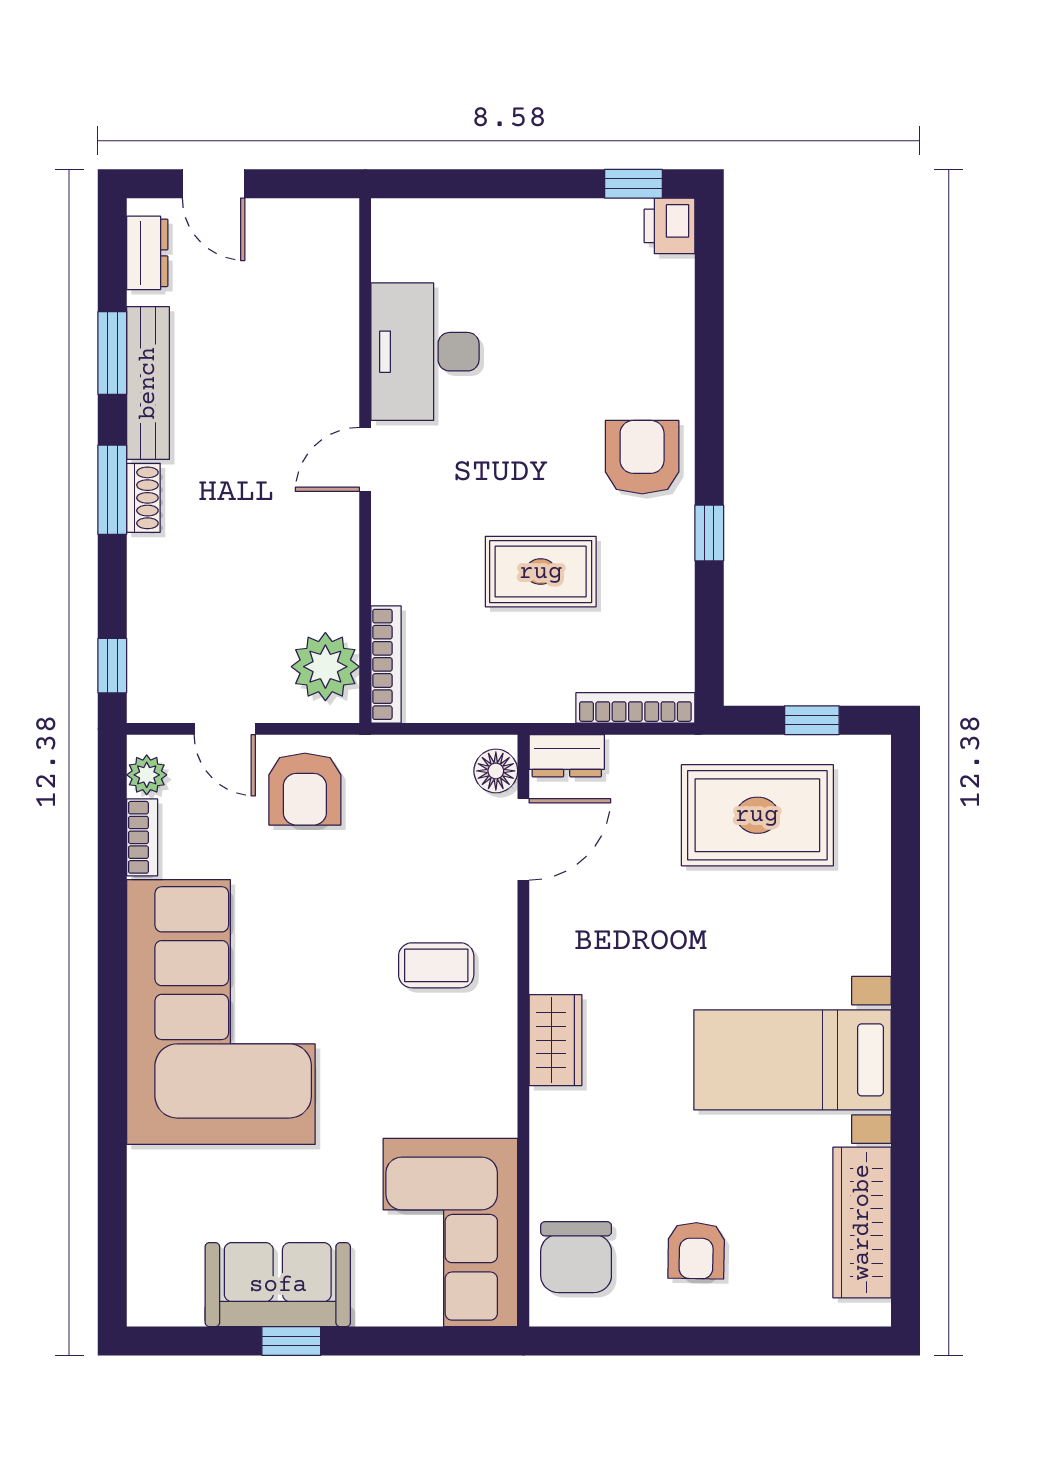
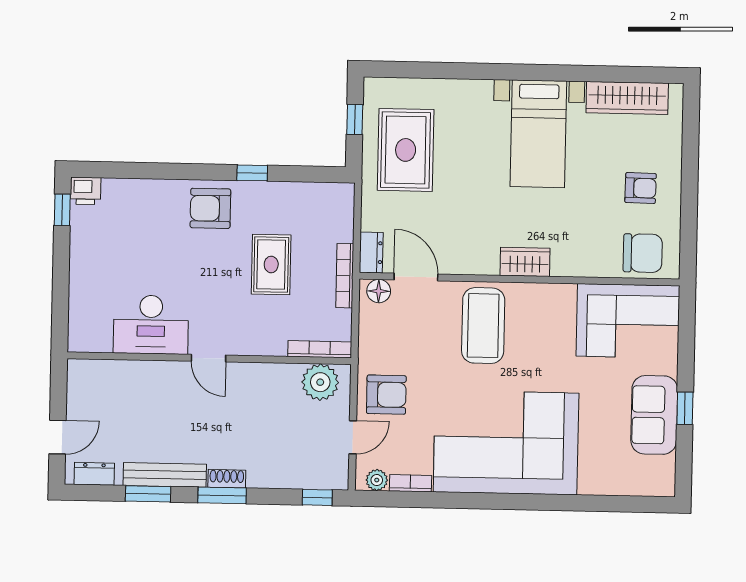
bookcase: (635, 708) -> (345, 276), moved
coffee table: (436, 965) -> (483, 326), width x1.86, depth x1.72

